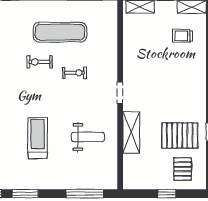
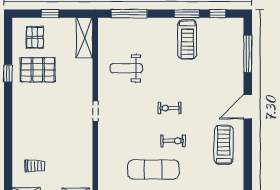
exercise bike: (75, 73) -> (170, 108), moved
shelving: (131, 132) -> (84, 38), moved
treadmill: (38, 138) -> (187, 39), moved

